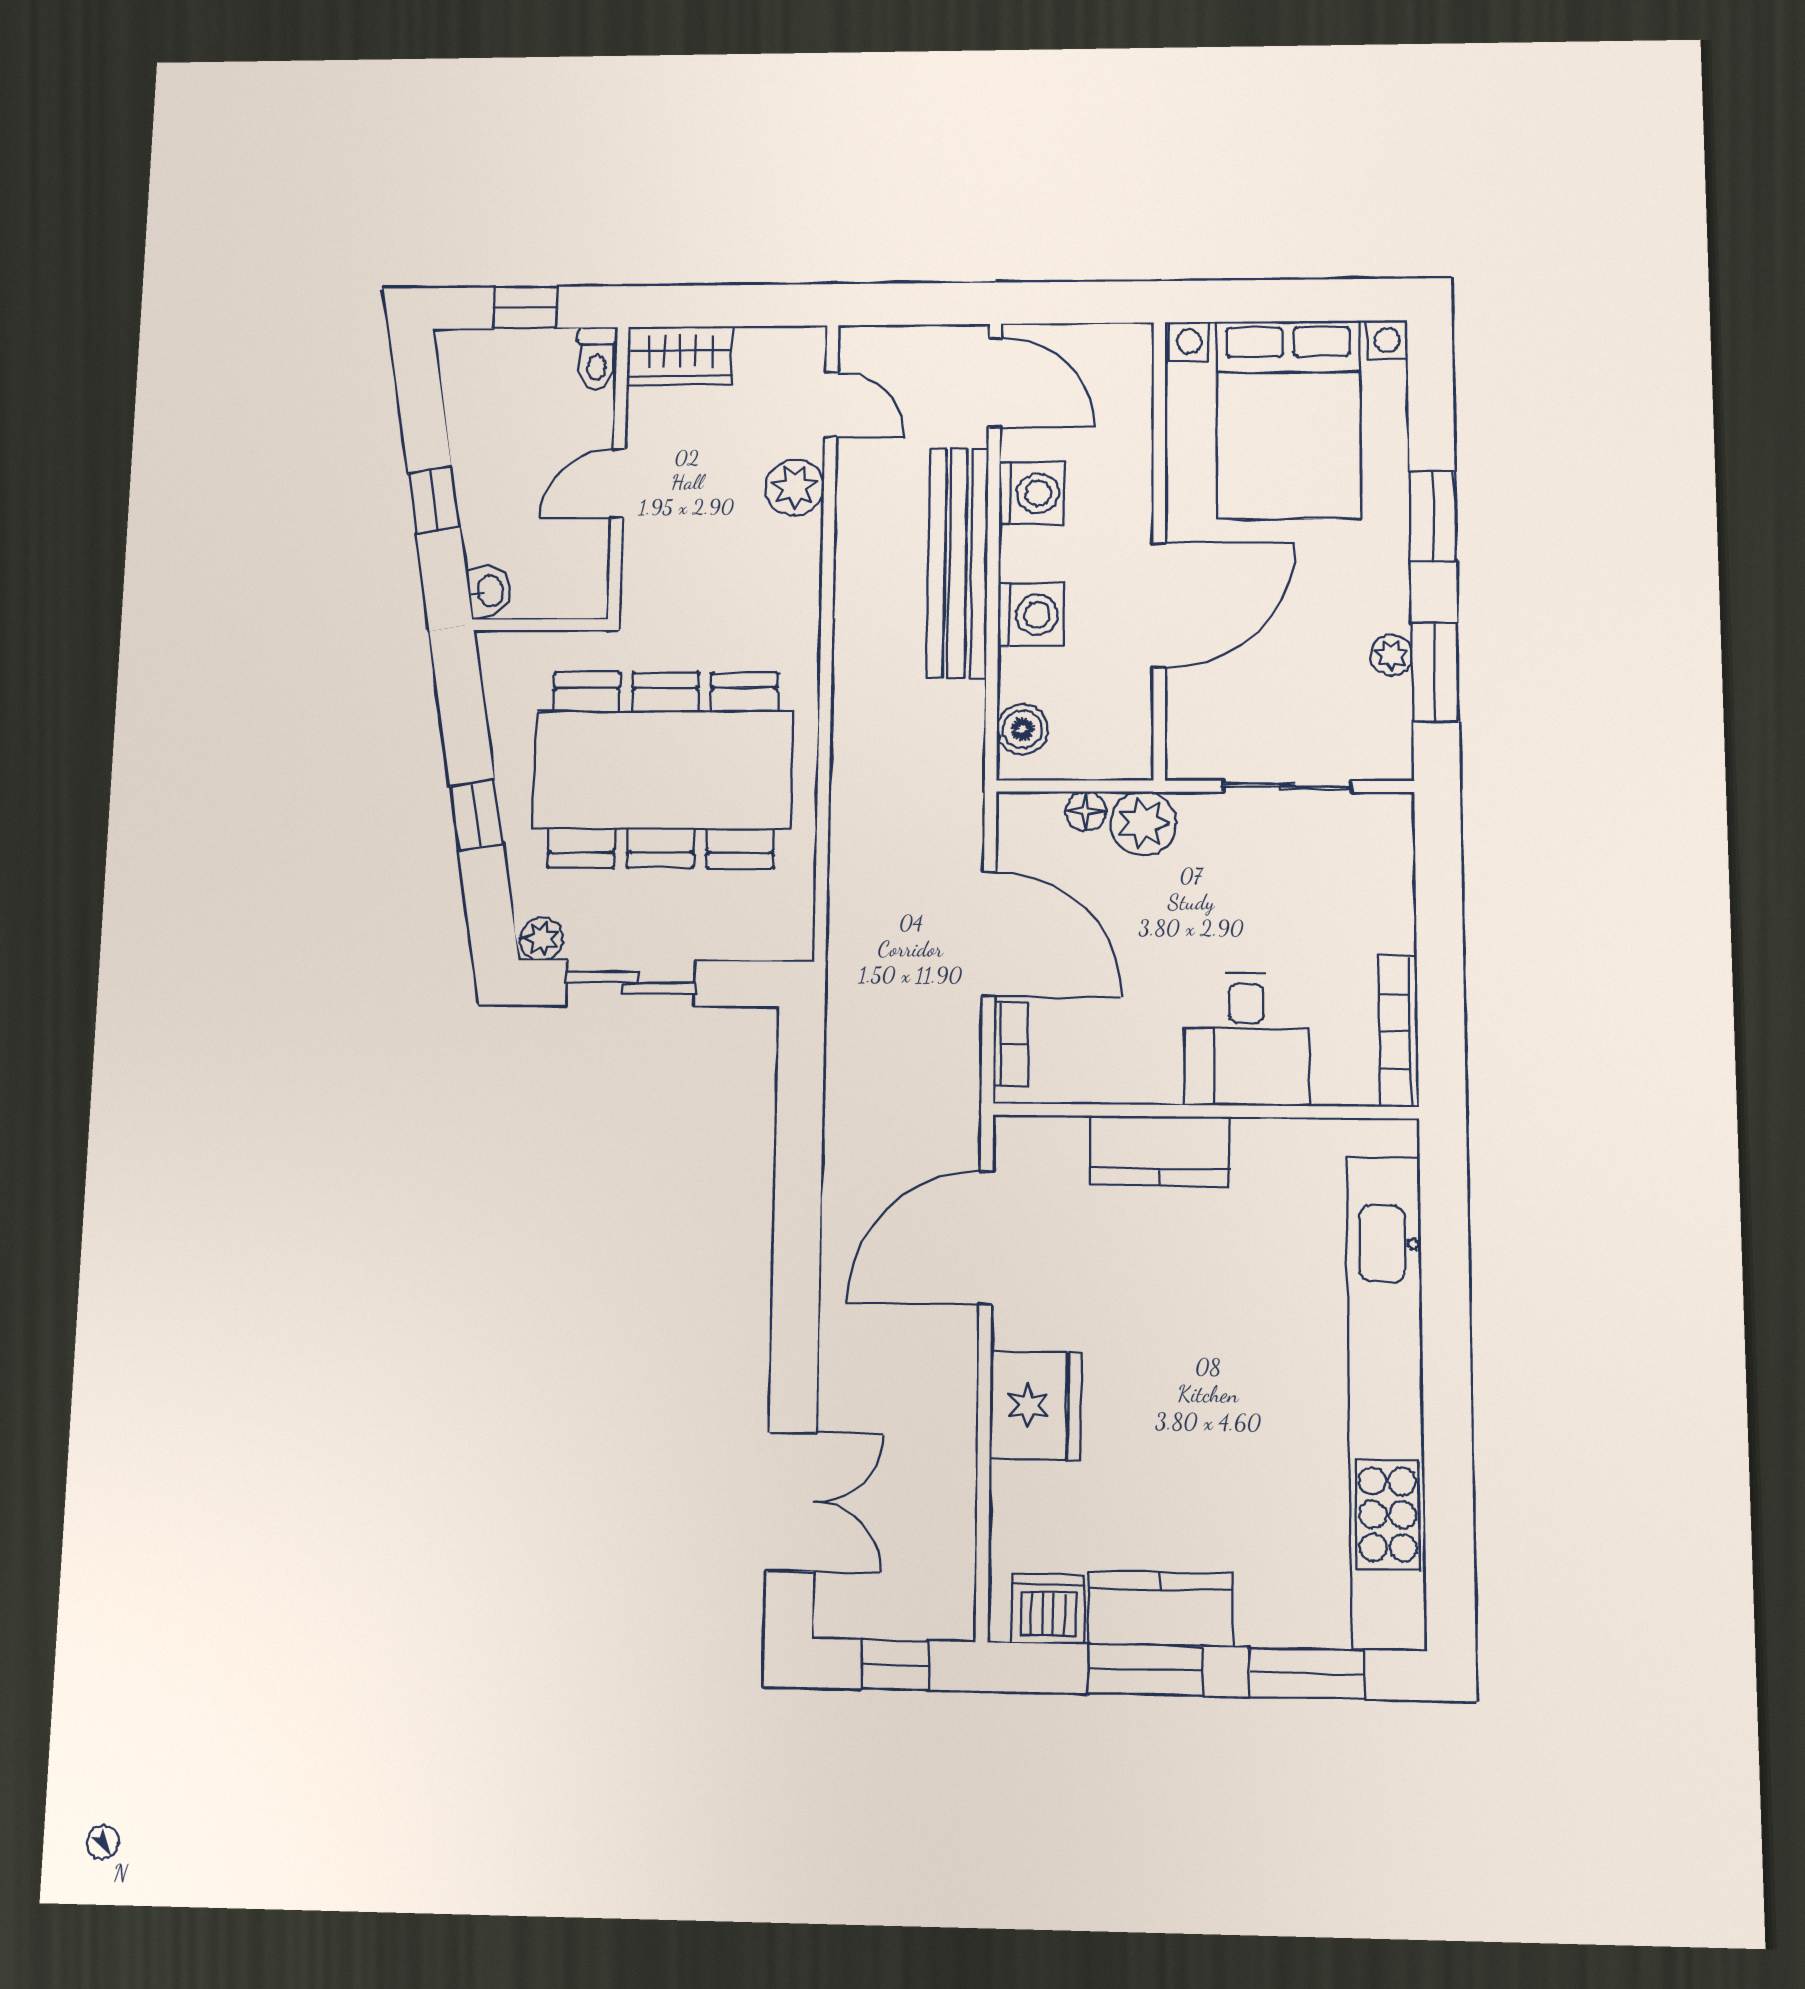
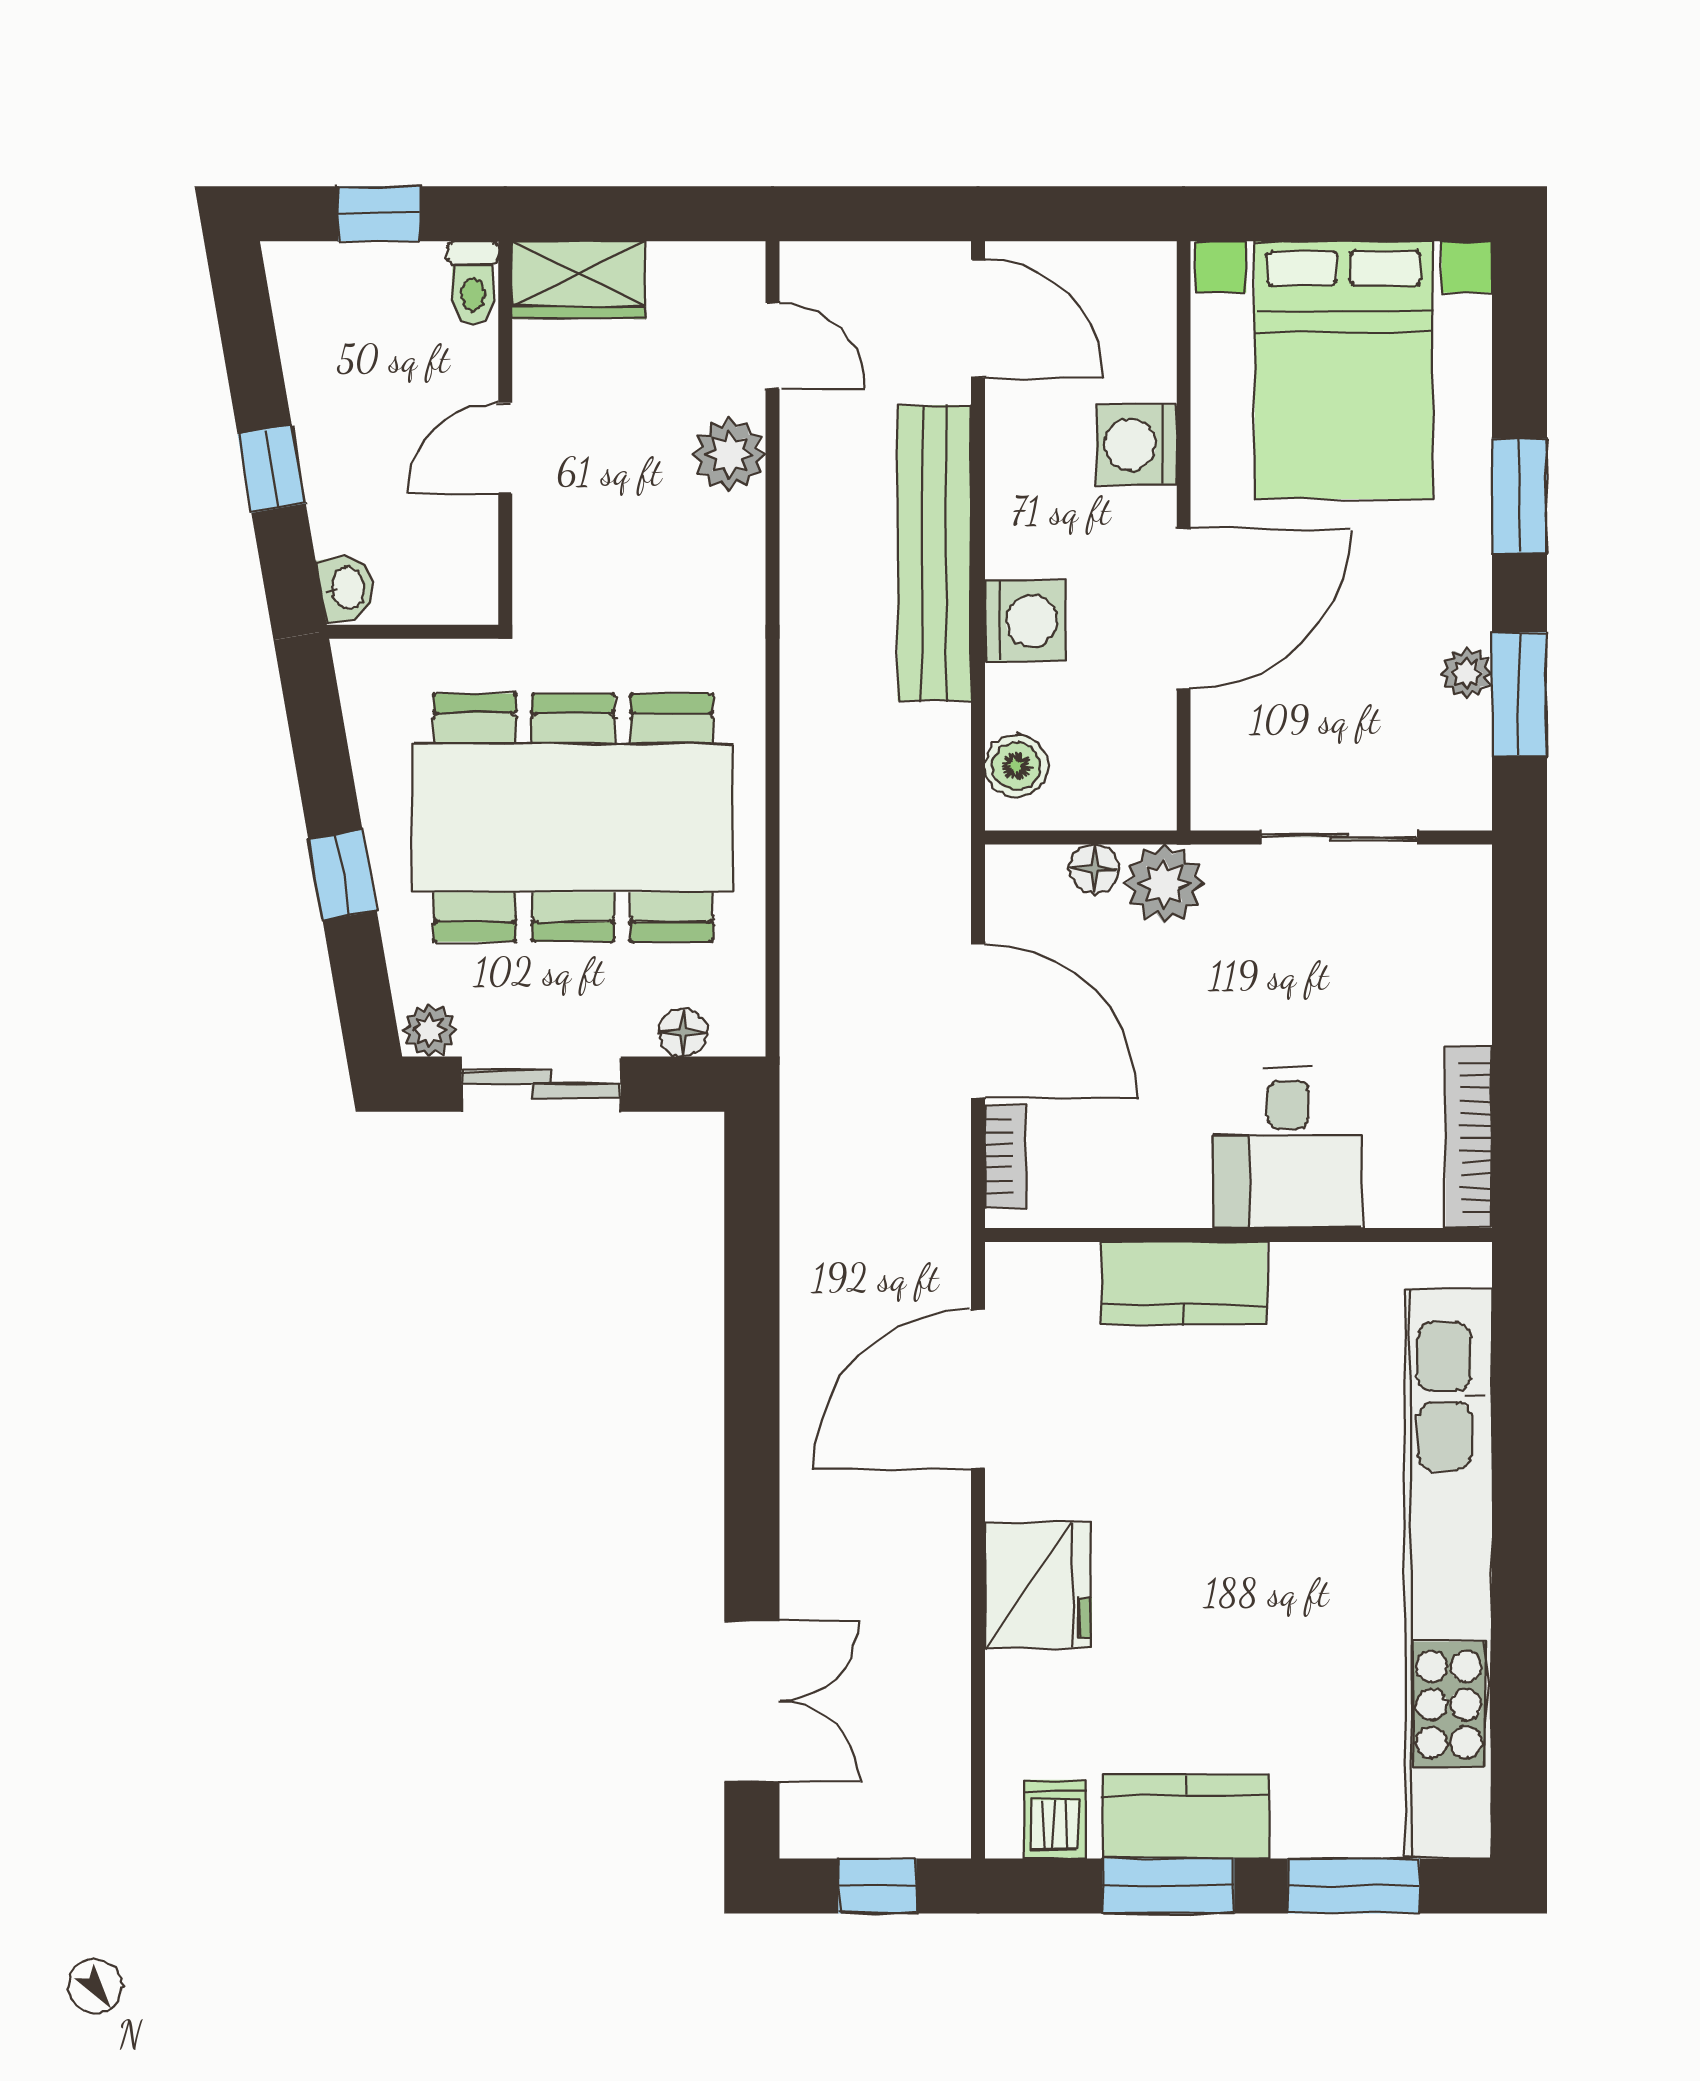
washing machine: (1032, 493) -> (1136, 445), moved, turned 180
floor lamp: (747, 942) -> (683, 1033), added
dishwasher: (1048, 1609) -> (1055, 1819), width x0.73

